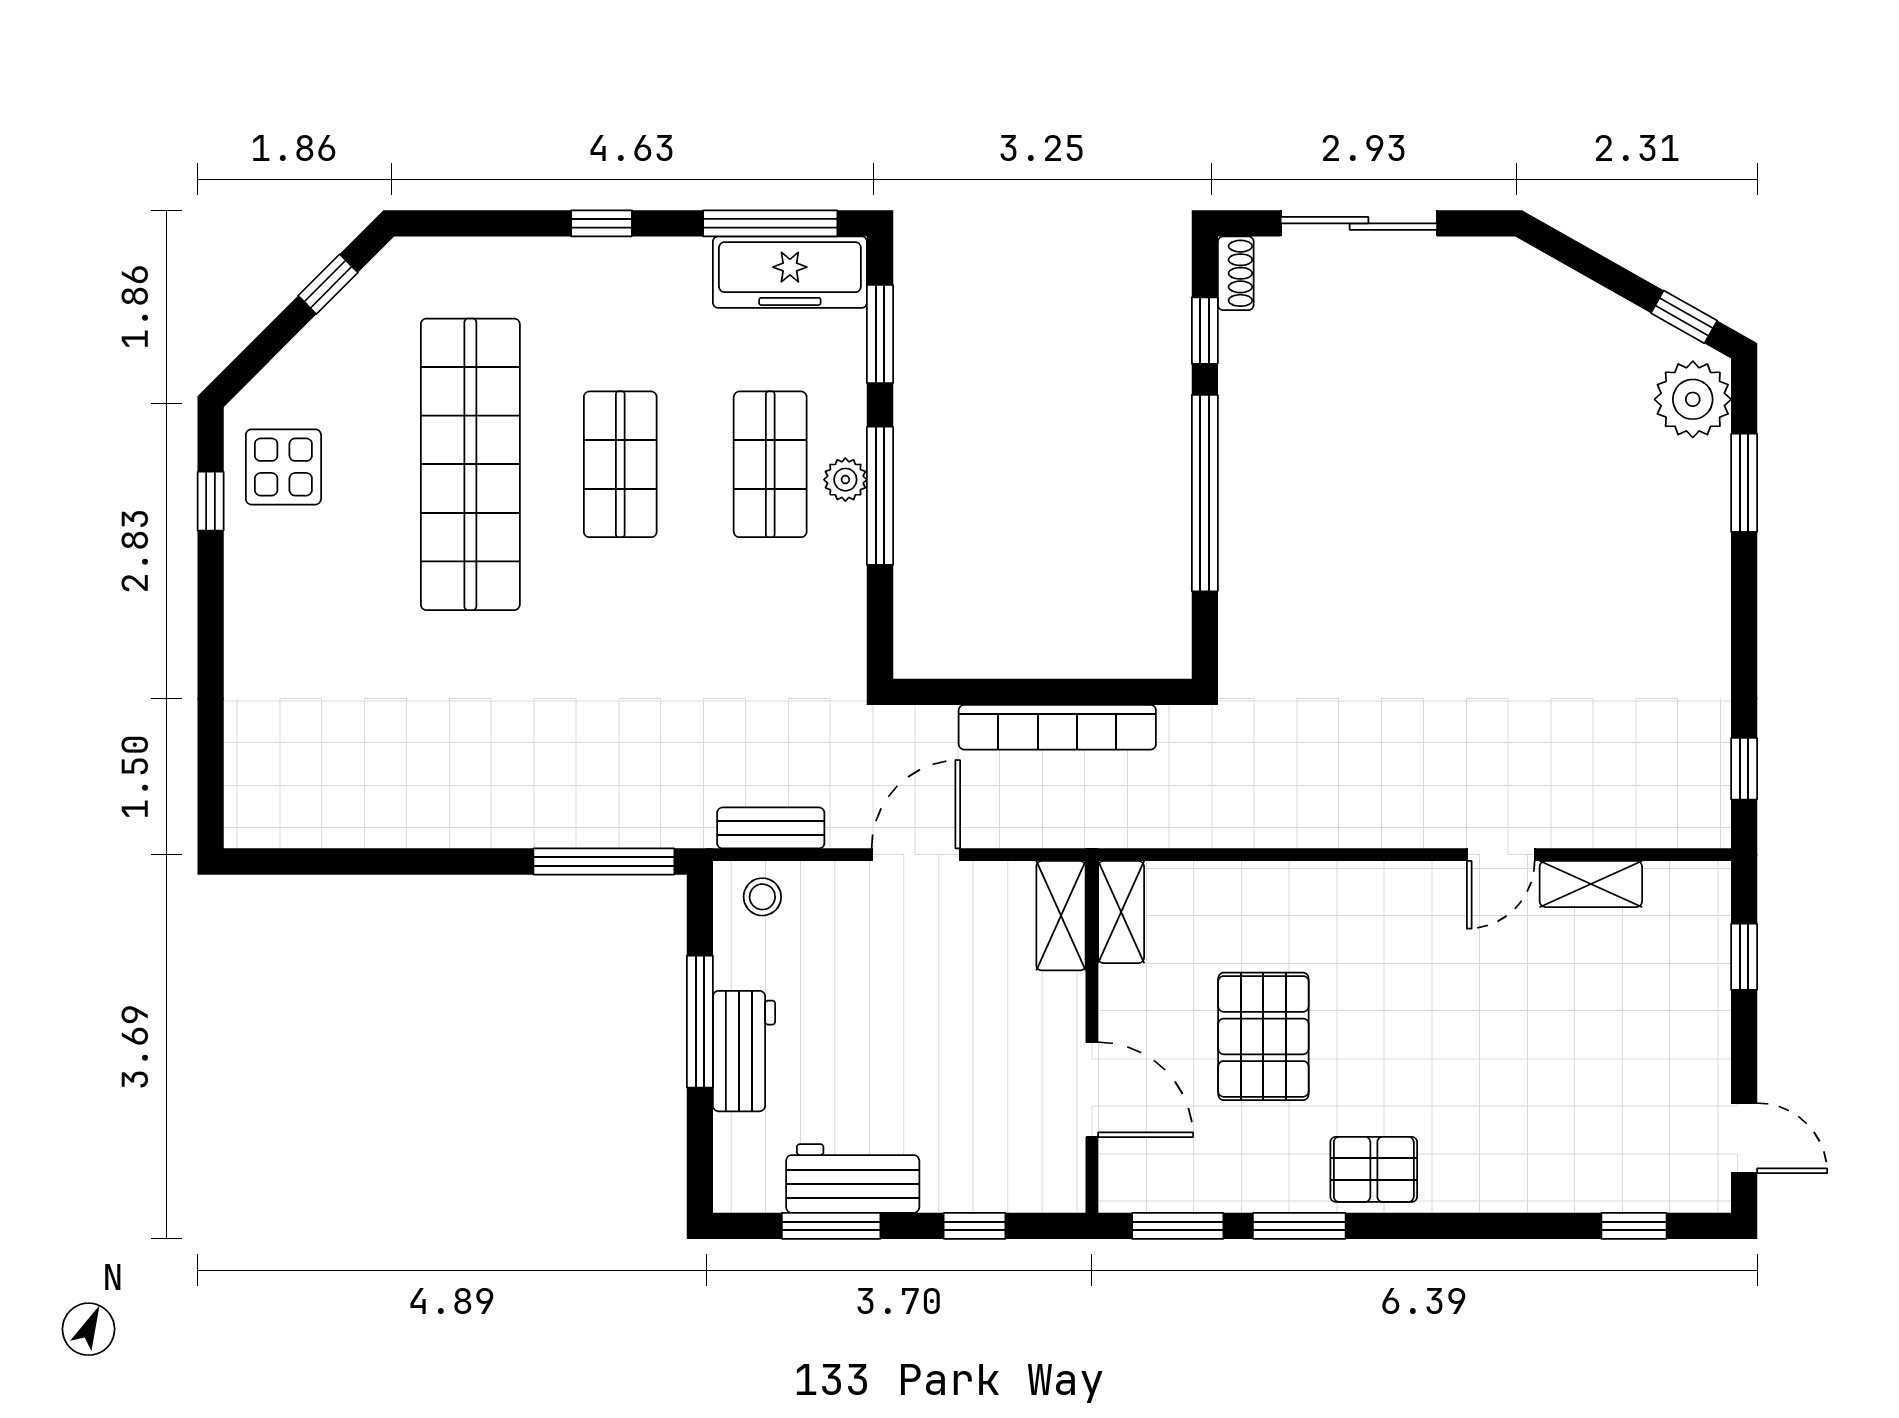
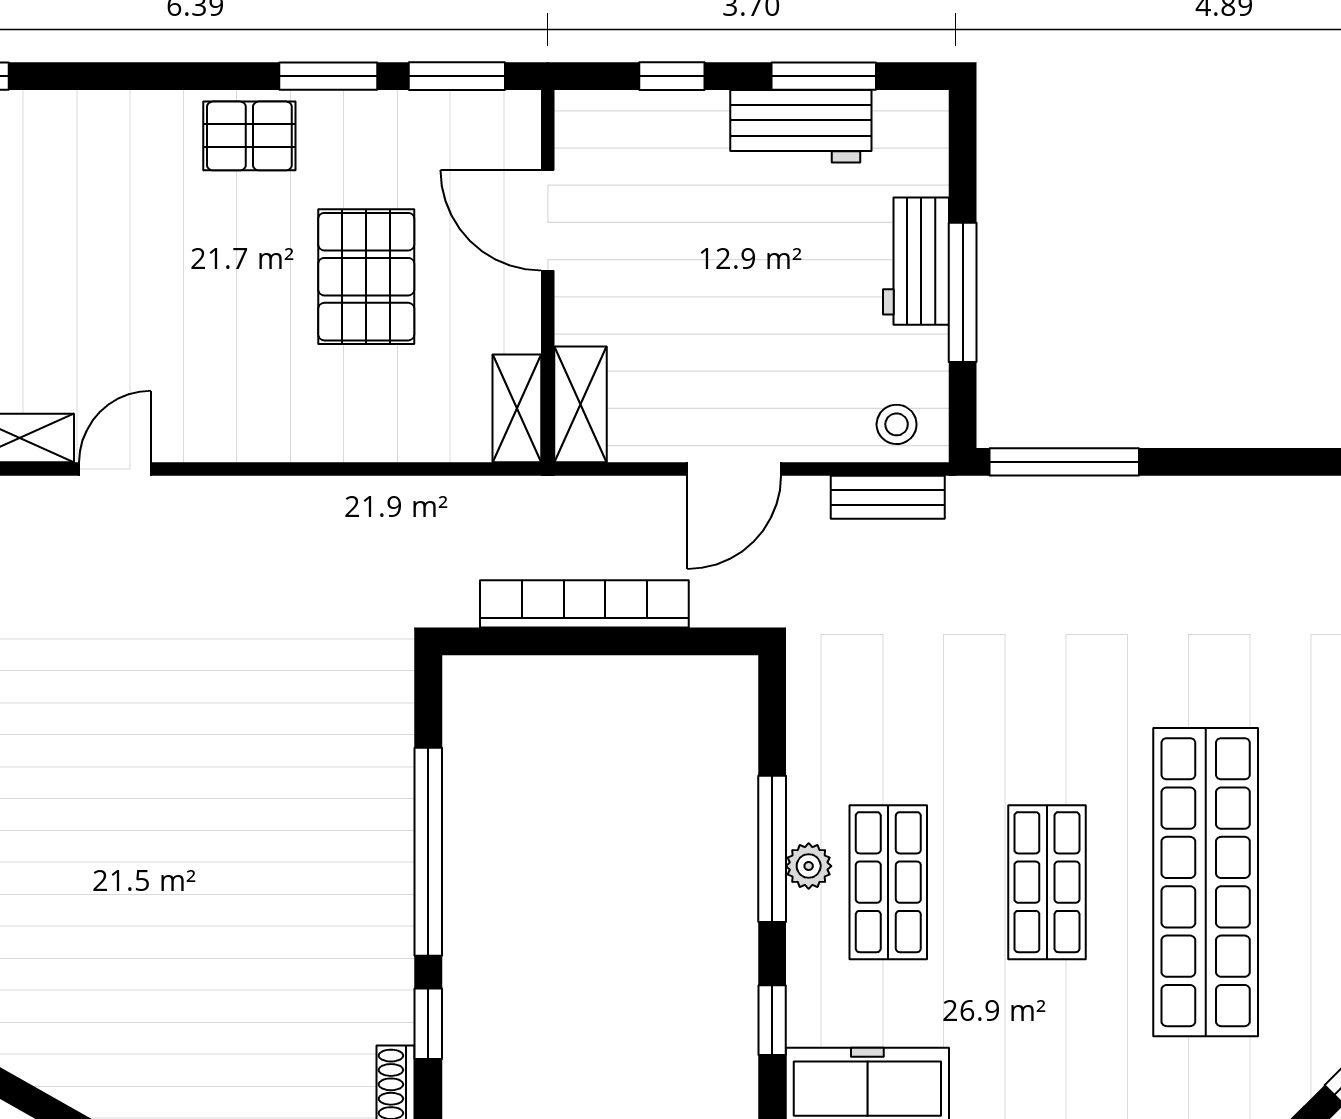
window: (880, 334) -> (772, 1020), width x0.67

